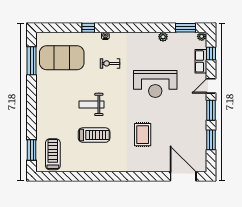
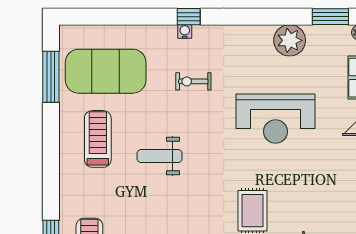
window: (88, 28) -> (189, 17), moved
plant: (163, 37) -> (290, 40), width x1.87, depth x1.87
treadmill: (94, 135) -> (98, 139), moved, turned -90

